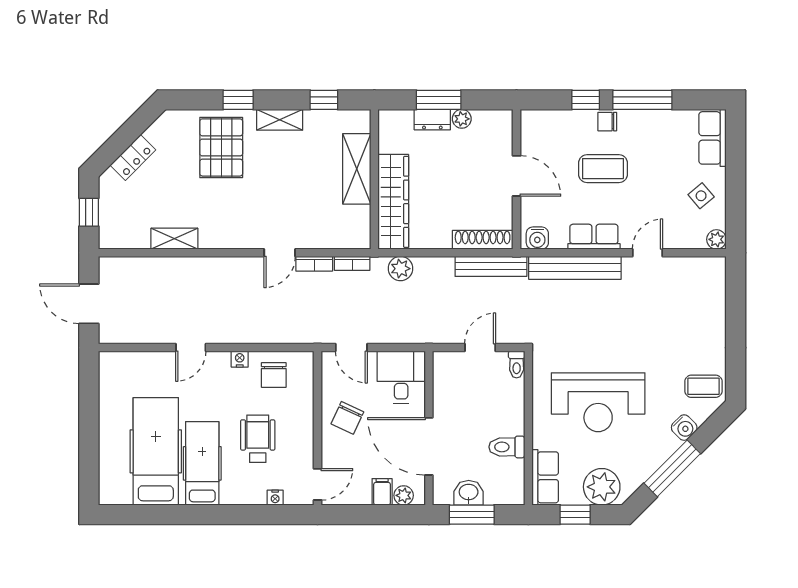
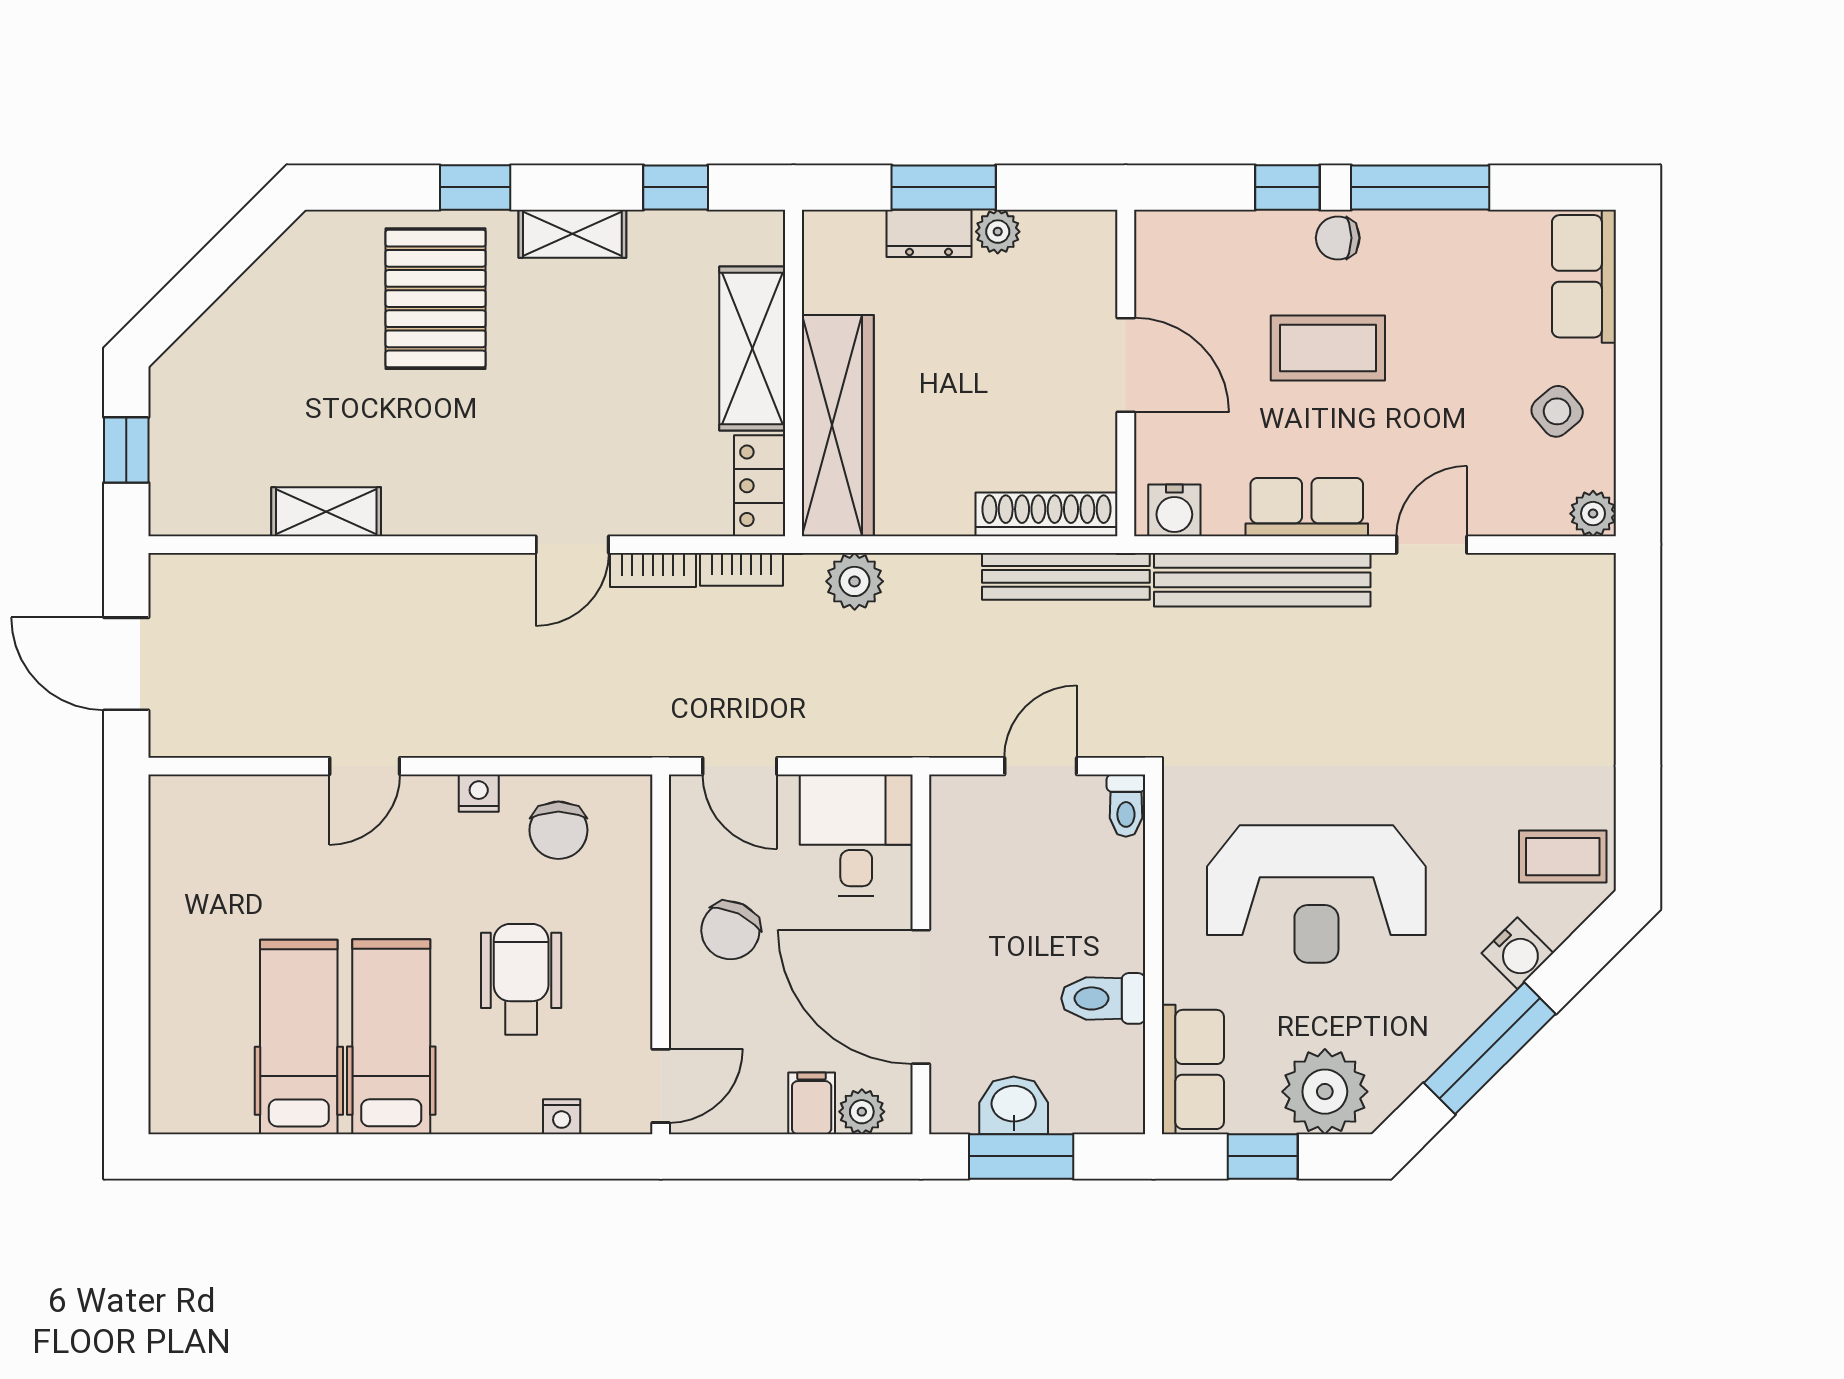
locker: (133, 157) -> (760, 486), moved, turned 135
hospital bed: (156, 451) -> (299, 1037), width x0.73, depth x0.78

